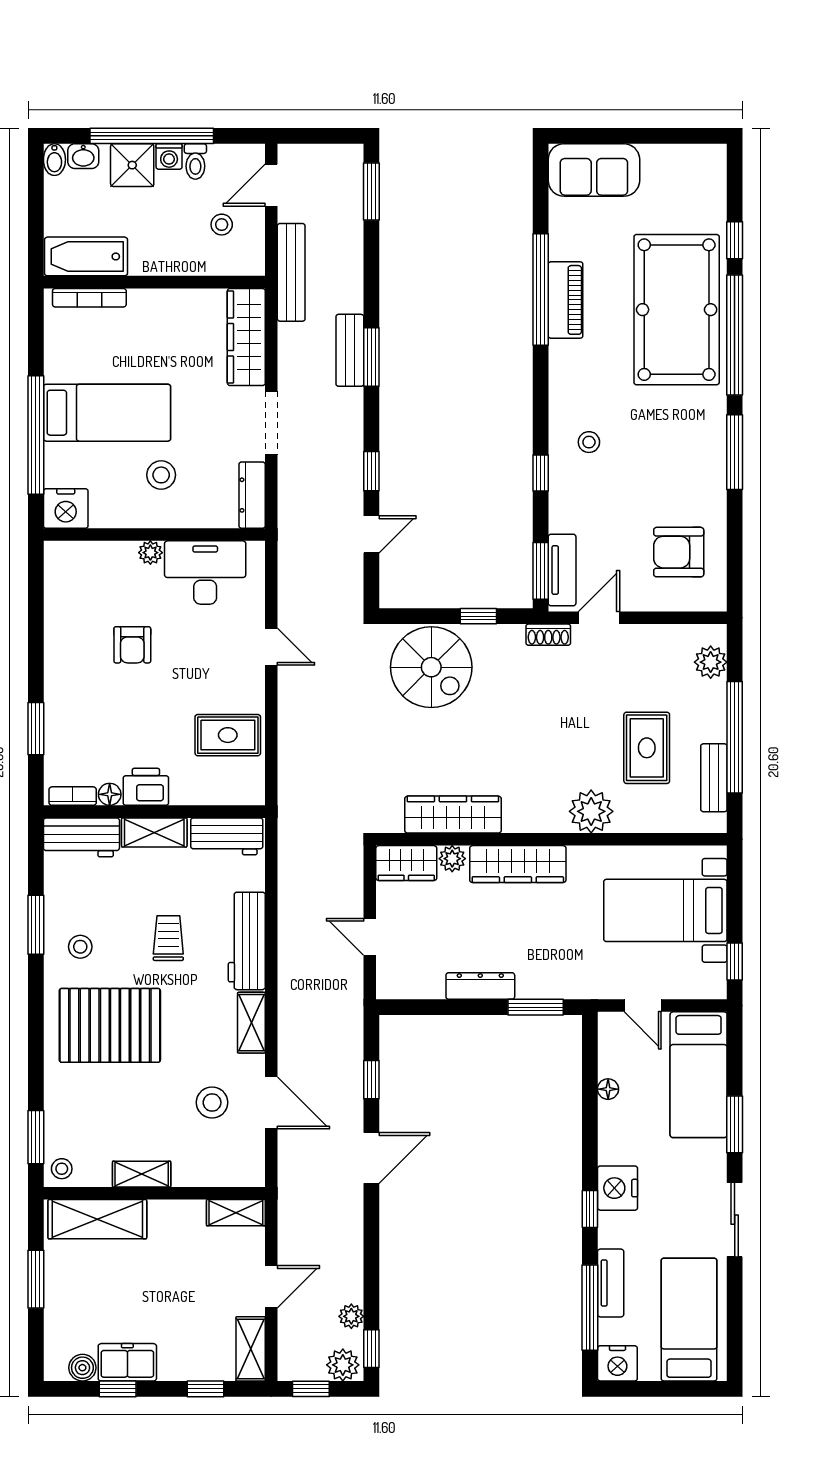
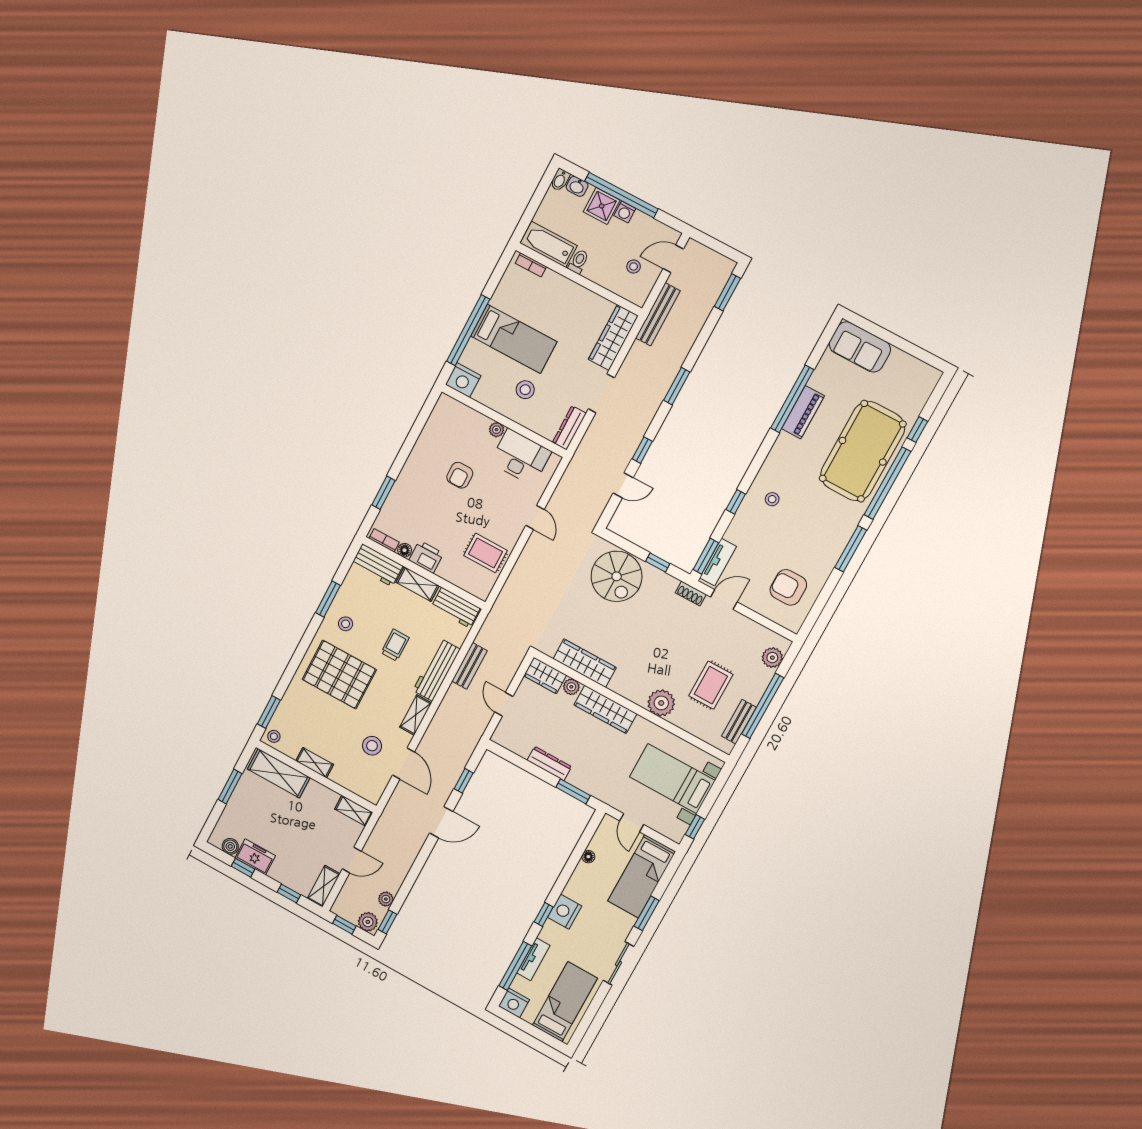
toilet: (195, 161) -> (578, 262), moved, turned 180
bookcase: (89, 298) -> (531, 265), width x0.64
bench: (350, 350) -> (470, 666), moved

